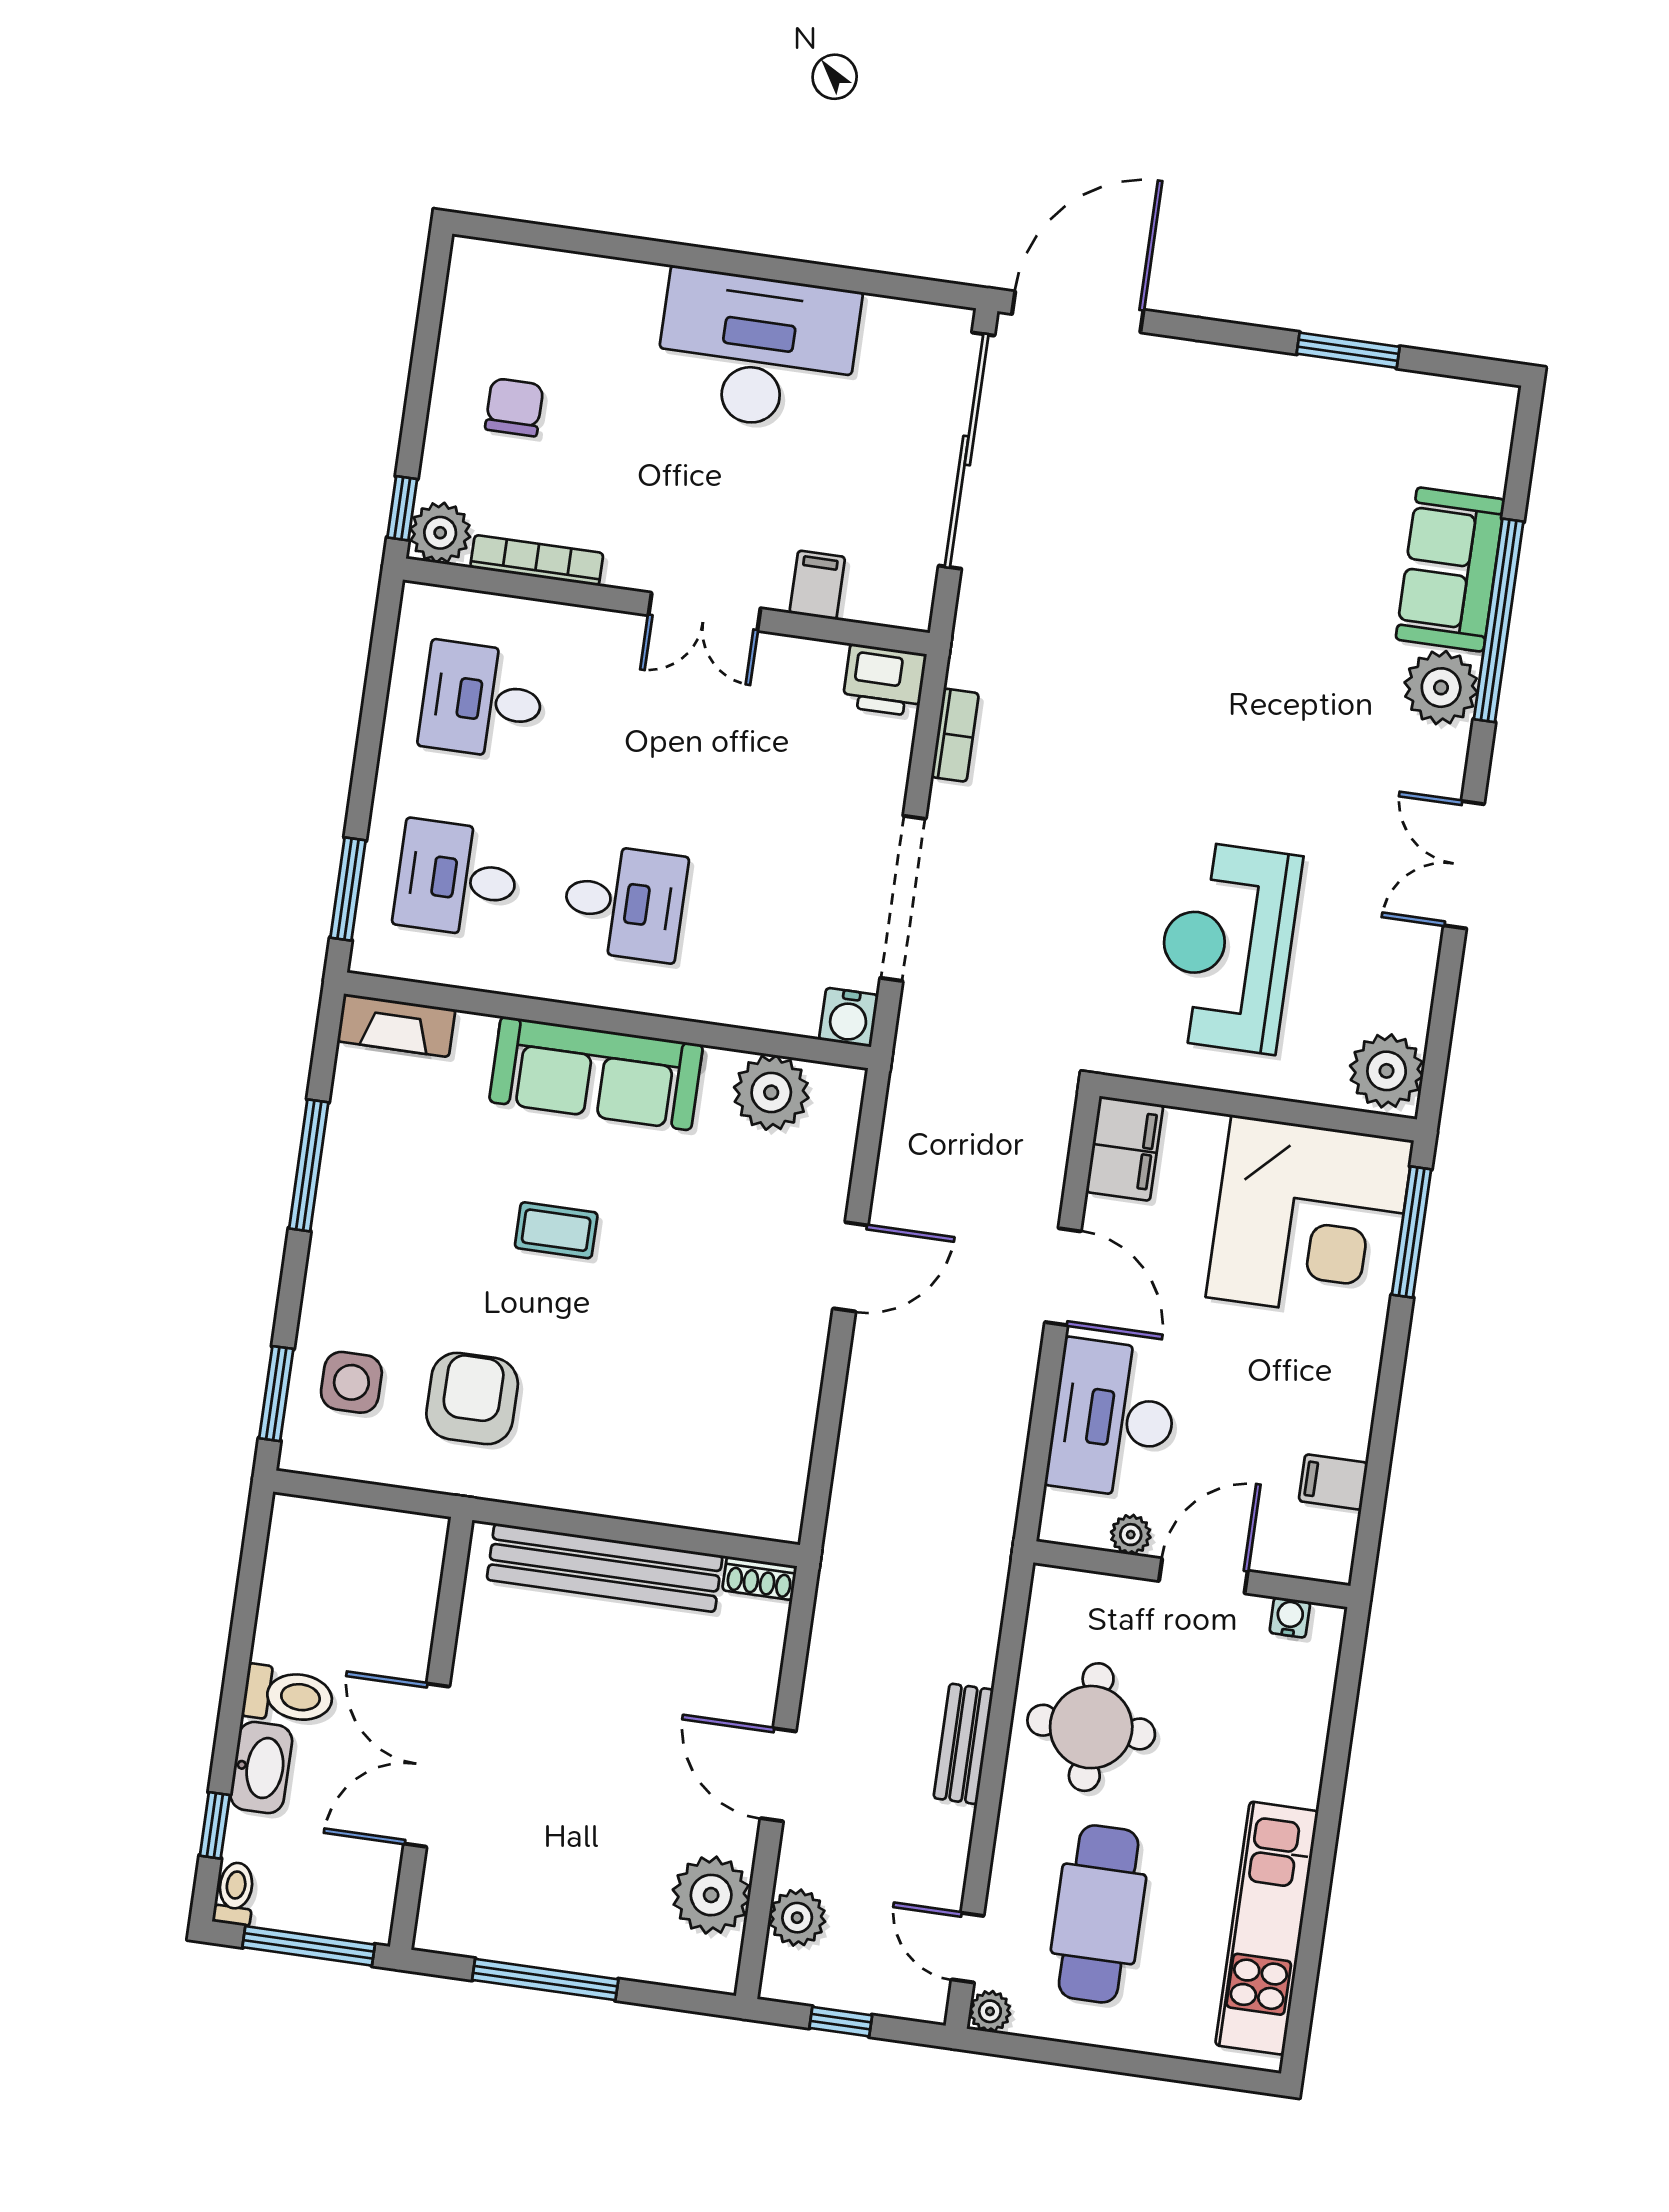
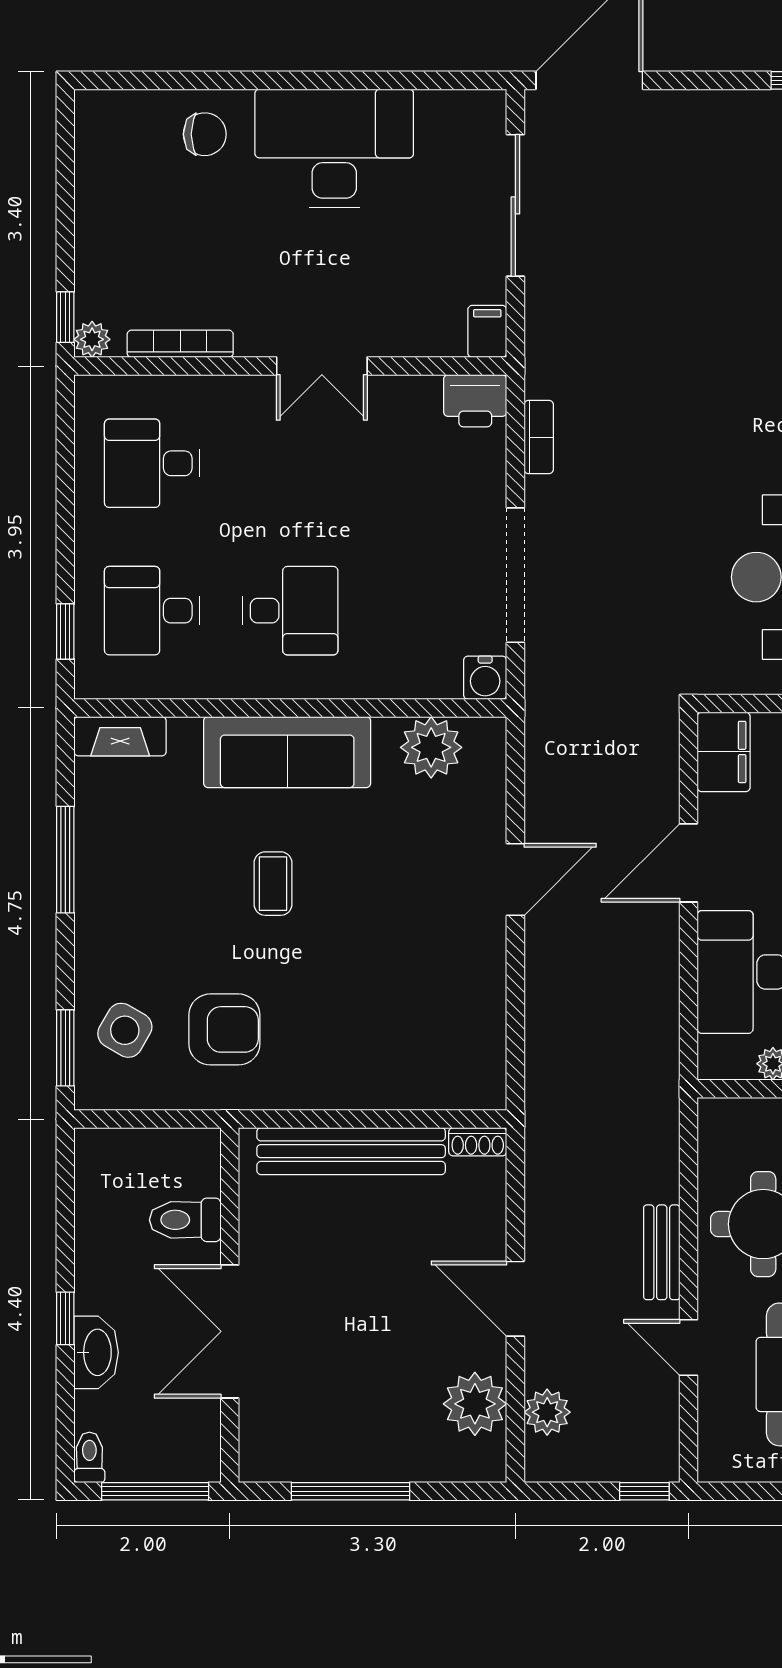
chair: (514, 407) -> (205, 134), moved, turned 90
sliding door: (967, 451) -> (515, 205), width x0.73
plant: (440, 533) -> (92, 339), width x0.73, depth x0.73
filing cabinet: (817, 585) -> (487, 331), moved
window: (348, 889) -> (65, 631), width x0.67
coffee table: (556, 1230) -> (273, 884), turned 90
door: (1063, 1277) -> (688, 863), swing flipped
side table: (351, 1382) -> (125, 1030), turned 30
armchair: (472, 1399) -> (224, 1029), turned 90
toilet: (288, 1695) -> (185, 1220), moved, turned 180
window: (215, 1825) -> (65, 1318), moved
door: (967, 1948) -> (688, 1347), moved
plant: (990, 2011) -> (714, 1466), removed
window: (841, 2022) -> (644, 1491), moved

